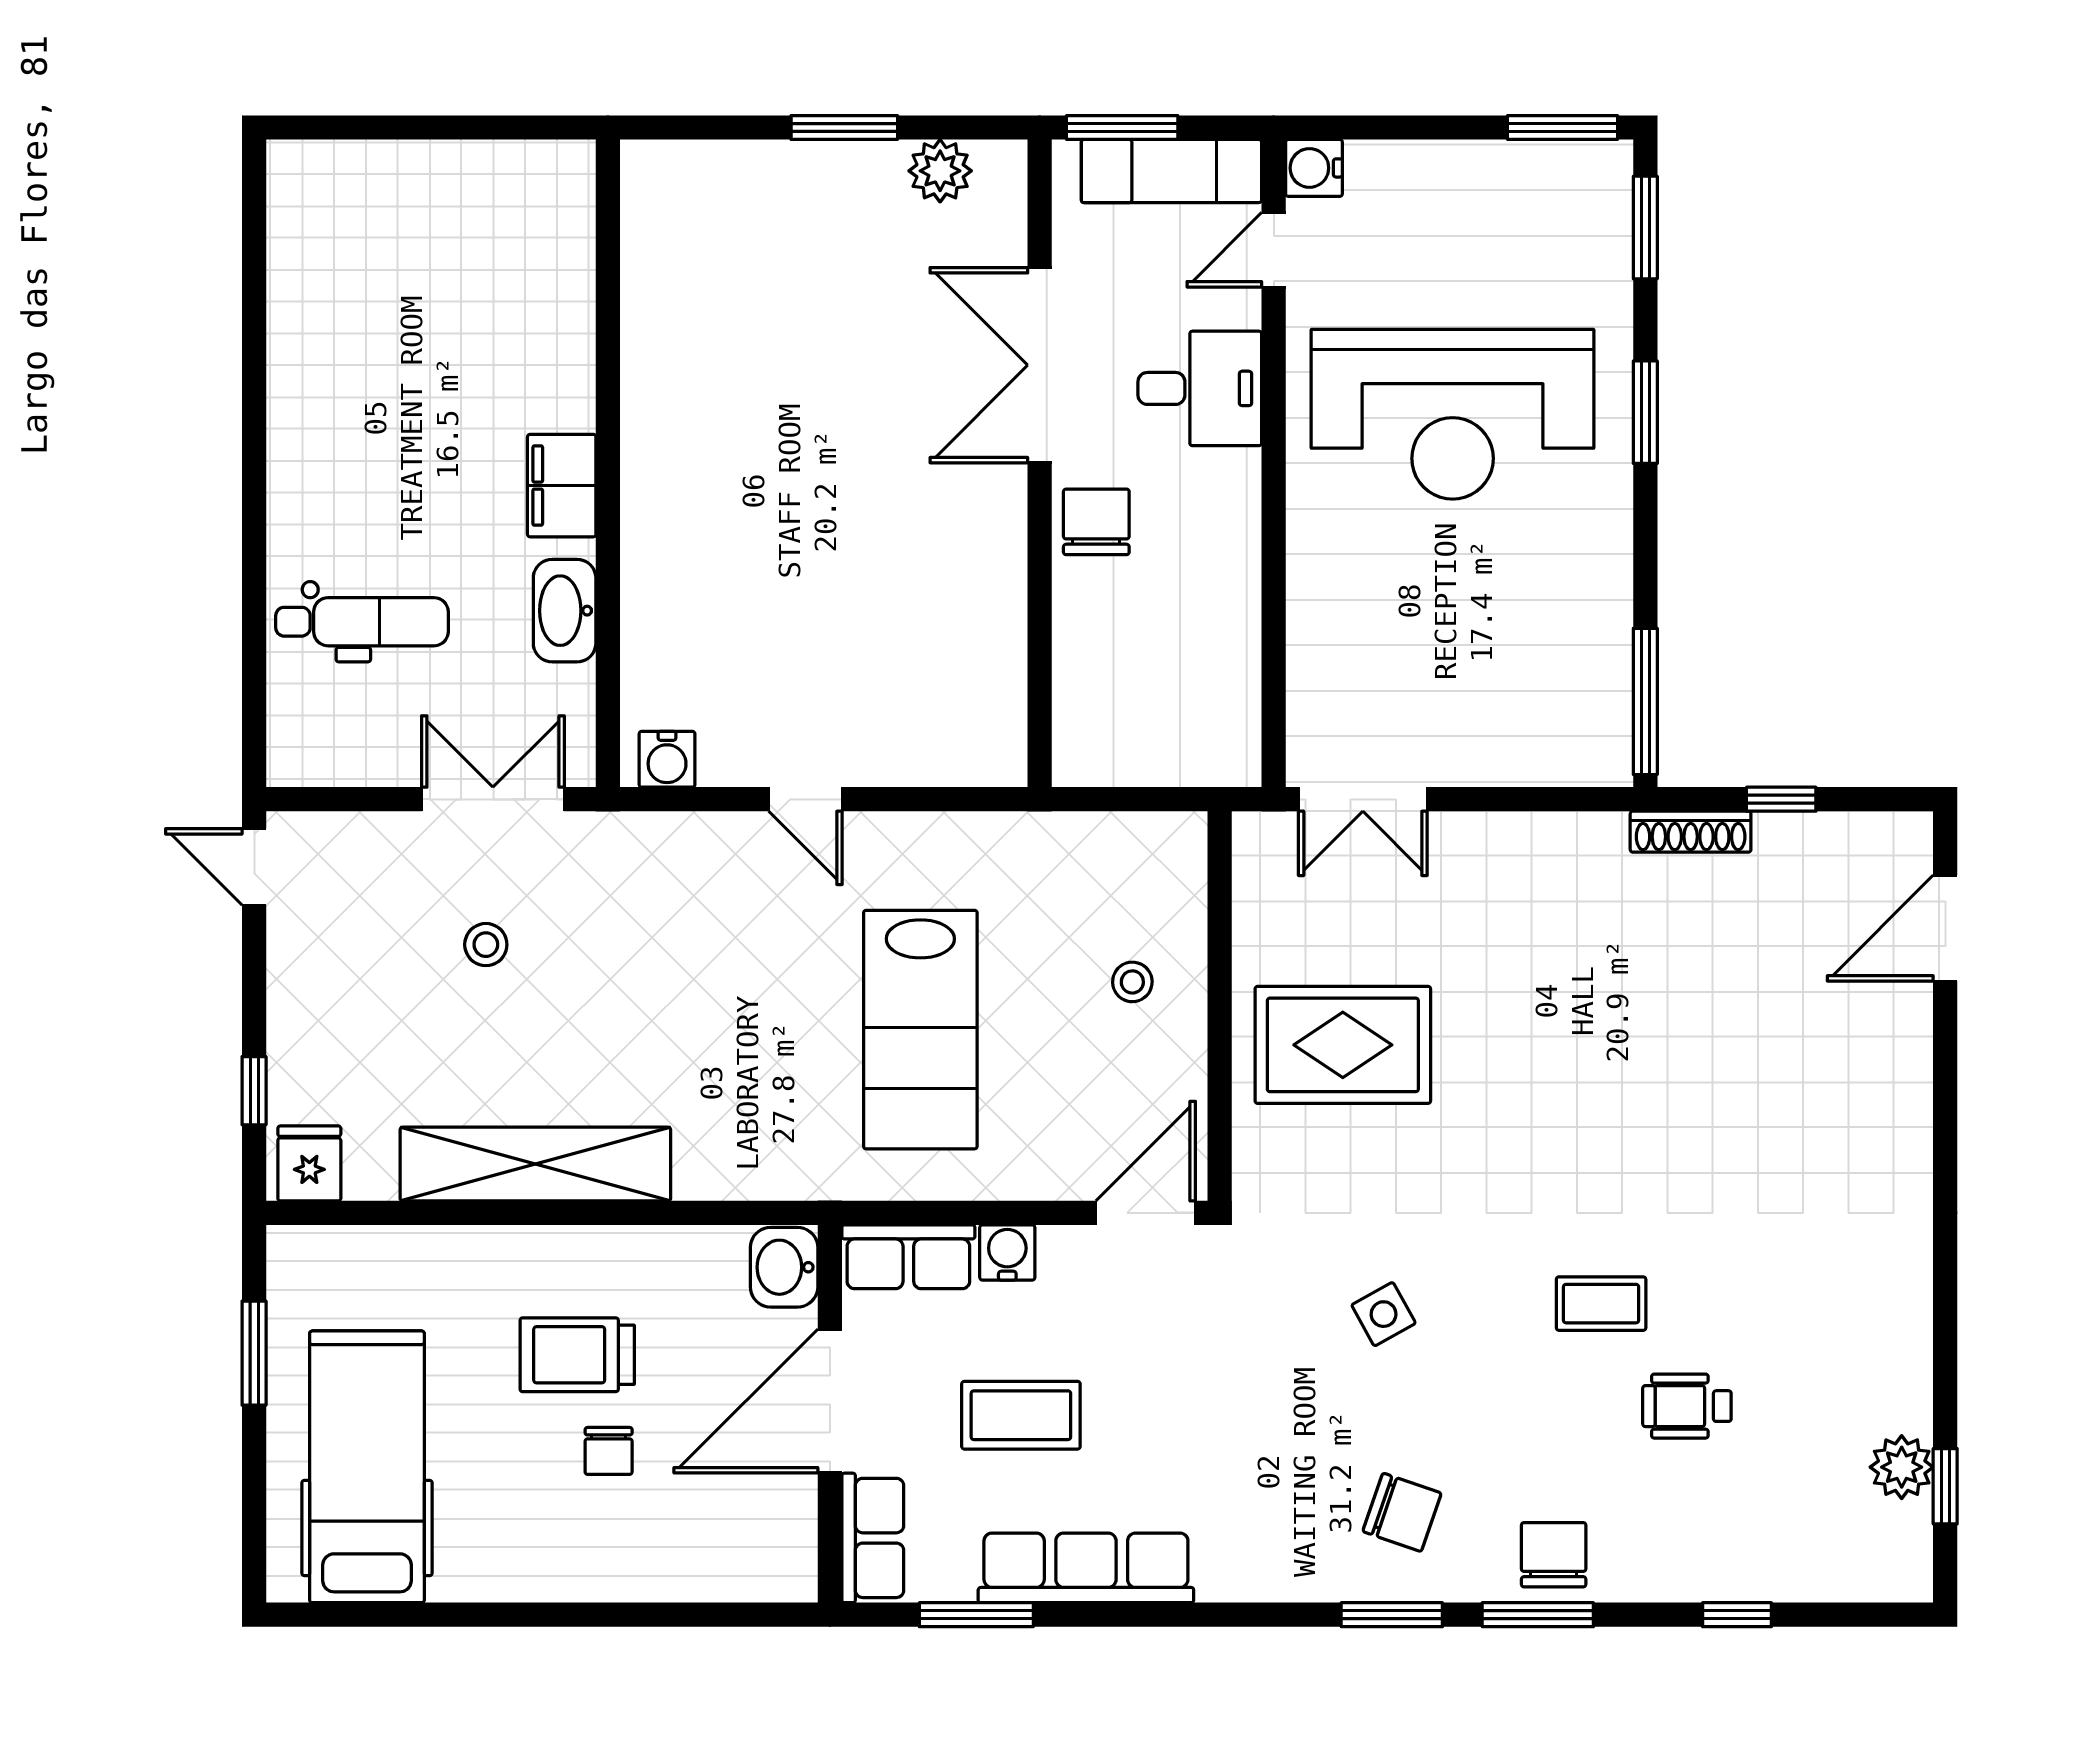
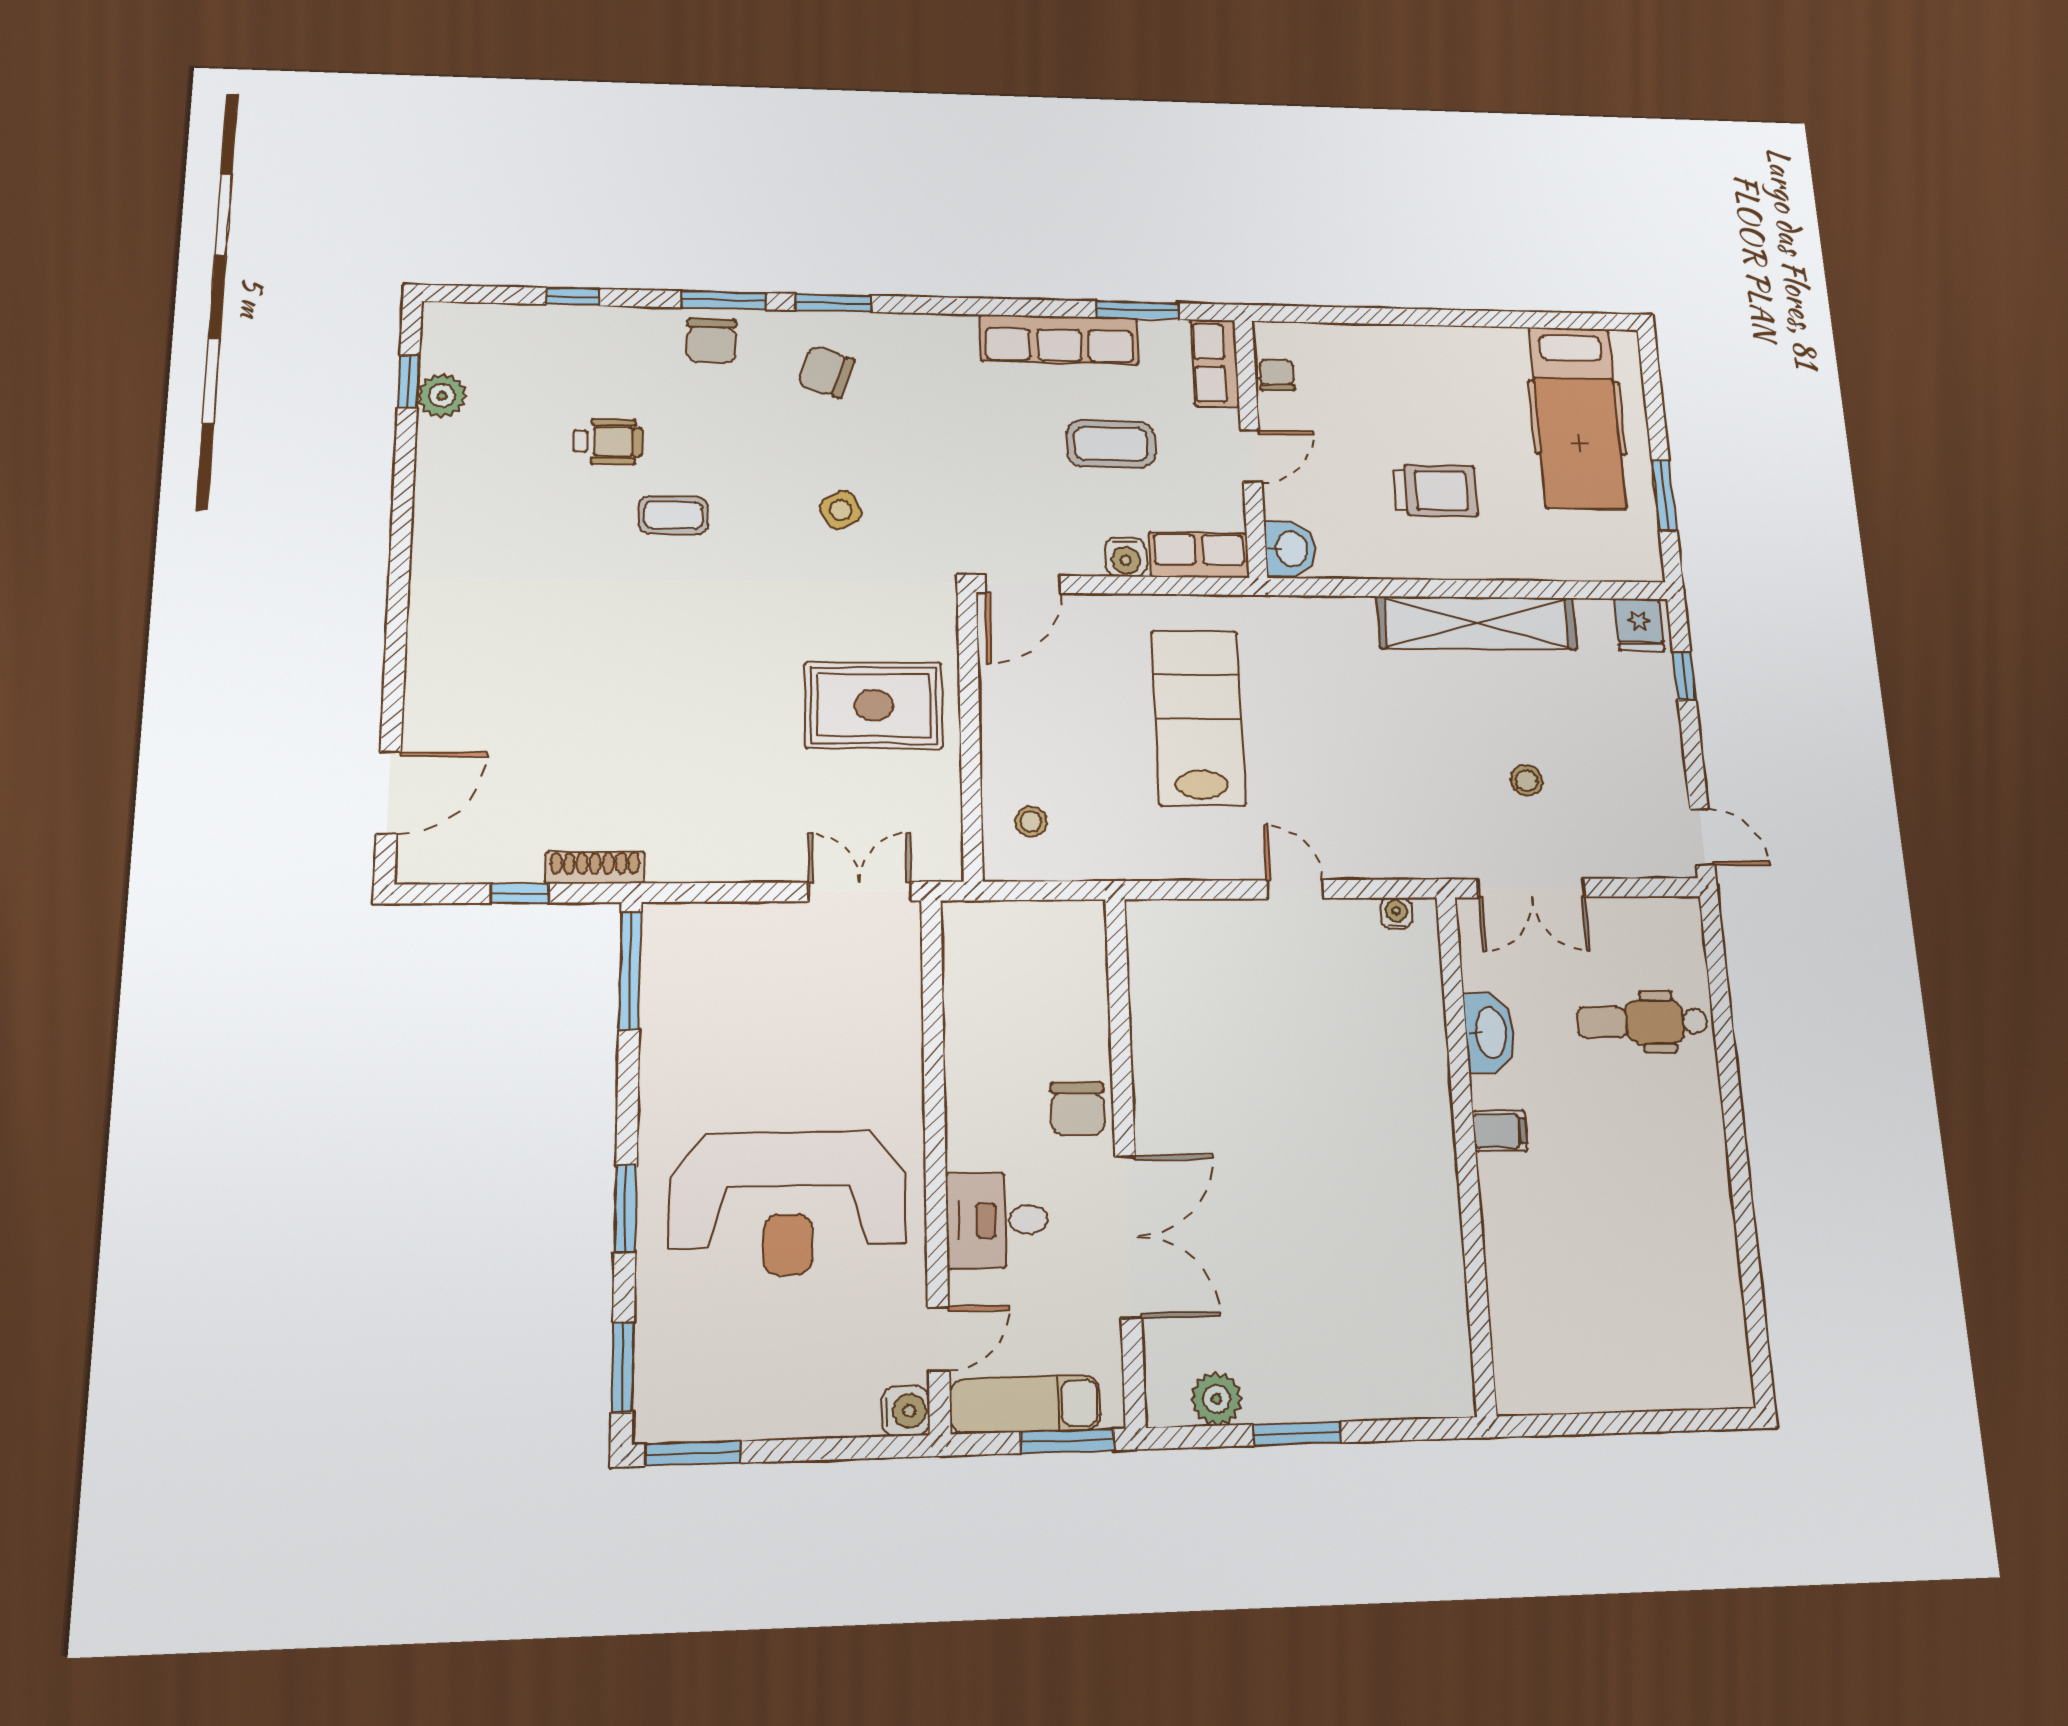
reception desk: (1453, 414) -> (788, 1203), turned 180
filing cabinet: (562, 486) -> (1500, 1131), width x0.50
water cooler: (667, 759) -> (1396, 913), width x0.72, depth x0.72
stool: (1132, 982) -> (1031, 821), moved
door: (830, 1401) -> (1251, 456), width x0.53
chair: (609, 1451) -> (1277, 375), moved

